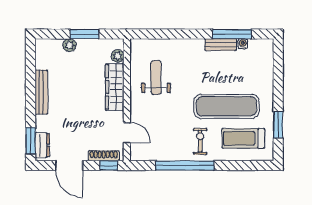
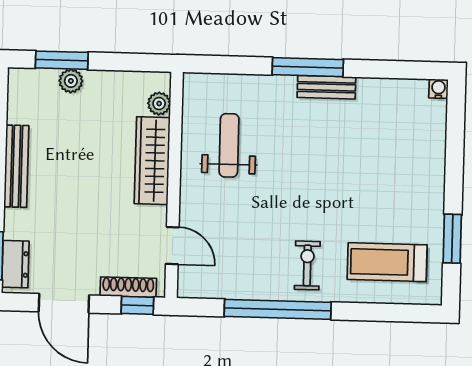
window: (84, 34) -> (62, 60), moved
window: (232, 34) -> (308, 67), moved
water cooler: (243, 44) -> (438, 89), moved
bench: (221, 45) -> (326, 87), moved
exercise mat: (226, 106) -> (358, 202), removed

